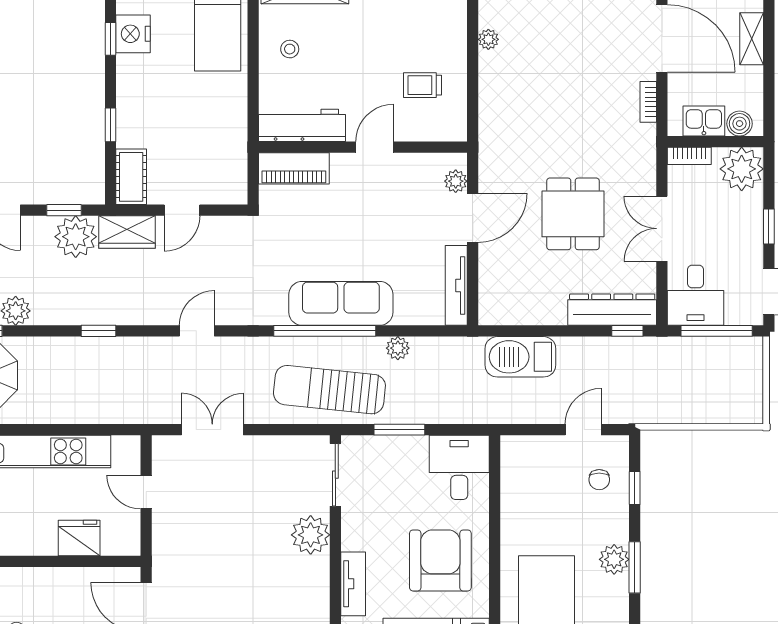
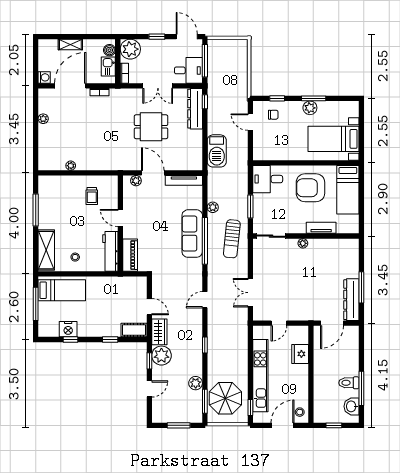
door: (197, 331) -> (205, 300), hinge flipped
sun lounger: (329, 390) -> (232, 239), width x0.73, depth x0.75
plant: (311, 535) -> (303, 243), width x0.53, depth x0.53

